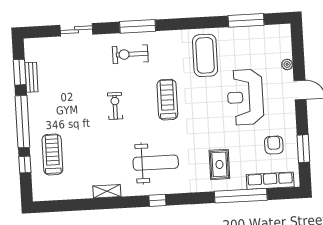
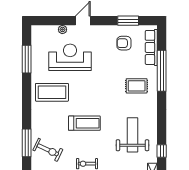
exercise bike: (130, 54) -> (48, 150), turned -65
reception desk: (245, 97) -> (70, 57), moved, turned 180
treadmill: (167, 100) -> (84, 123), turned 180
window: (157, 200) -> (162, 151), moved

